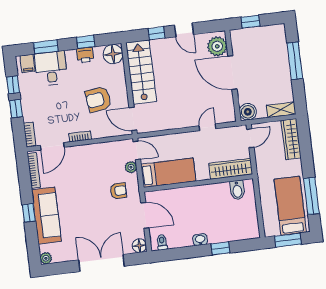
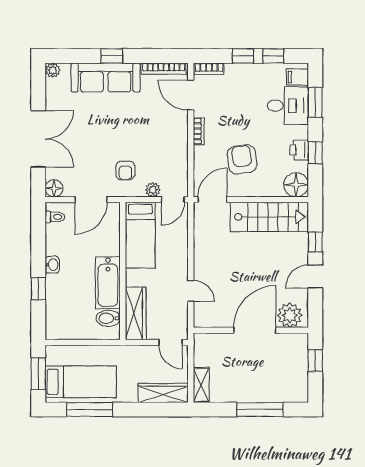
boiler: (248, 112) -> (204, 343), removed
bathtub: (209, 194) -> (108, 283), added

